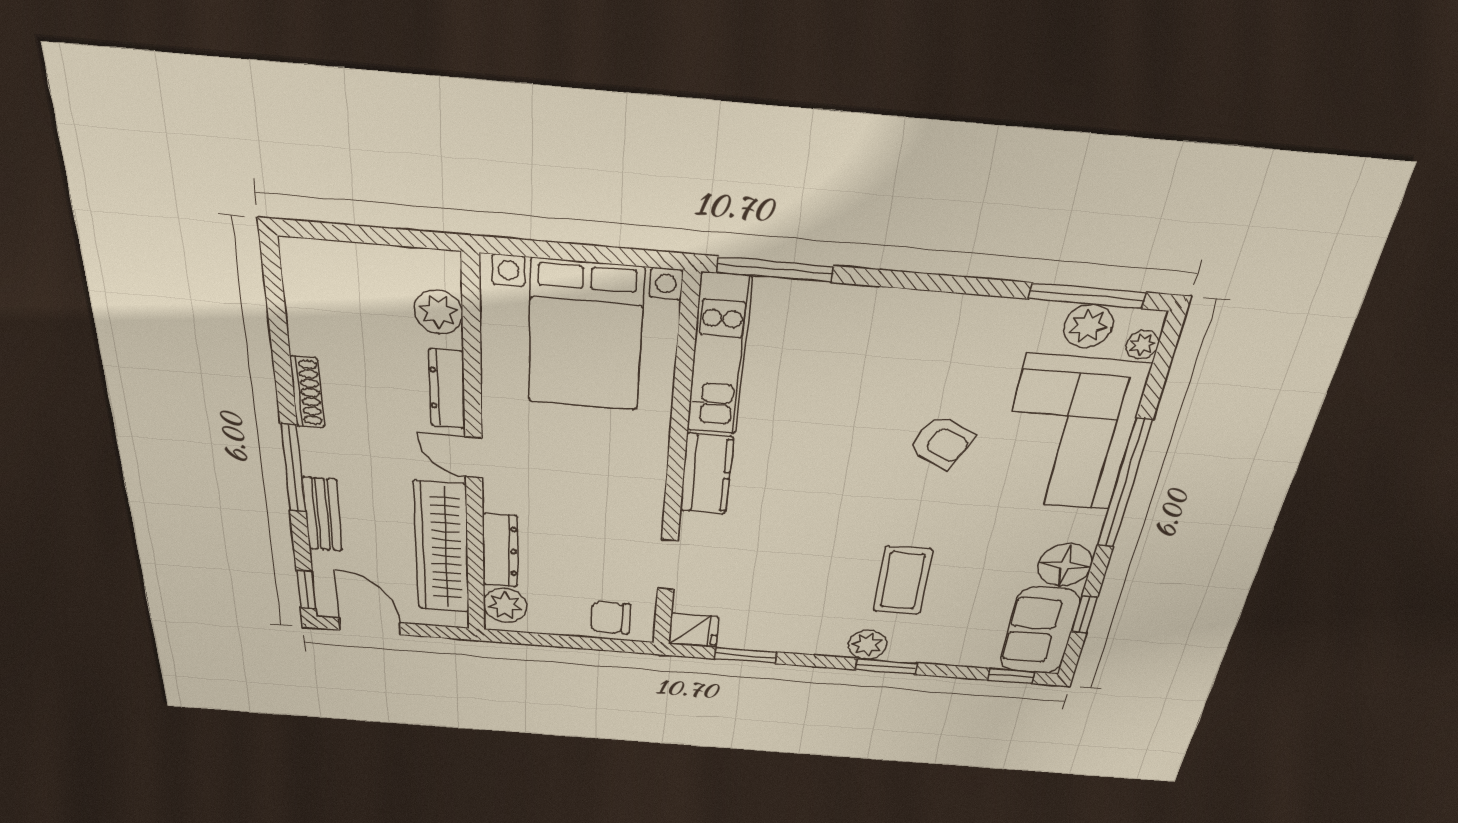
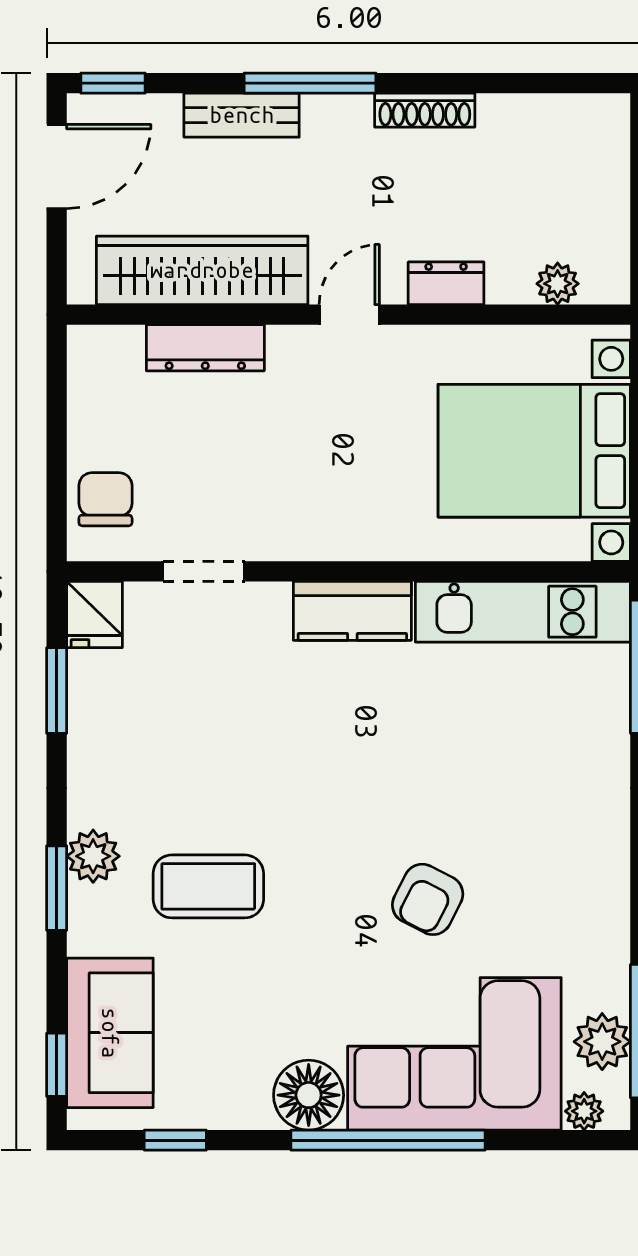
plant: (438, 312) -> (558, 284), width x0.73, depth x0.73
dresser: (447, 389) -> (446, 283), width x0.70
floor lamp: (1065, 565) -> (309, 1095), moved
plant: (505, 605) -> (113, 354), removed
sofa: (1040, 631) -> (110, 1033), moved, turned 90

